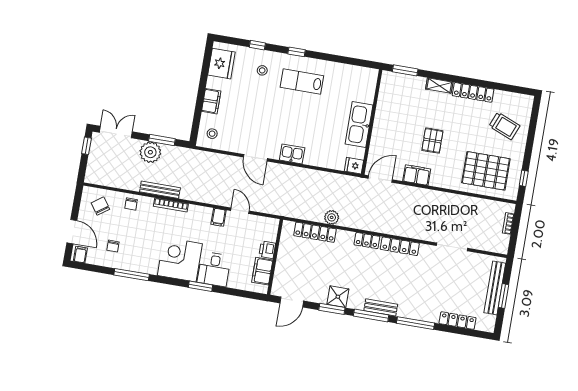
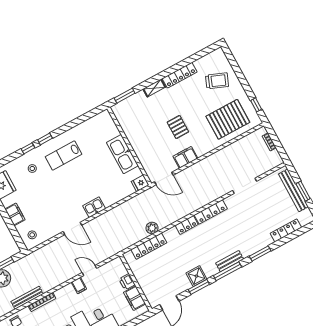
window: (257, 45) -> (28, 148), moved
door: (380, 179) -> (164, 179), swing flipped
window: (416, 323) -> (260, 253), width x0.69

